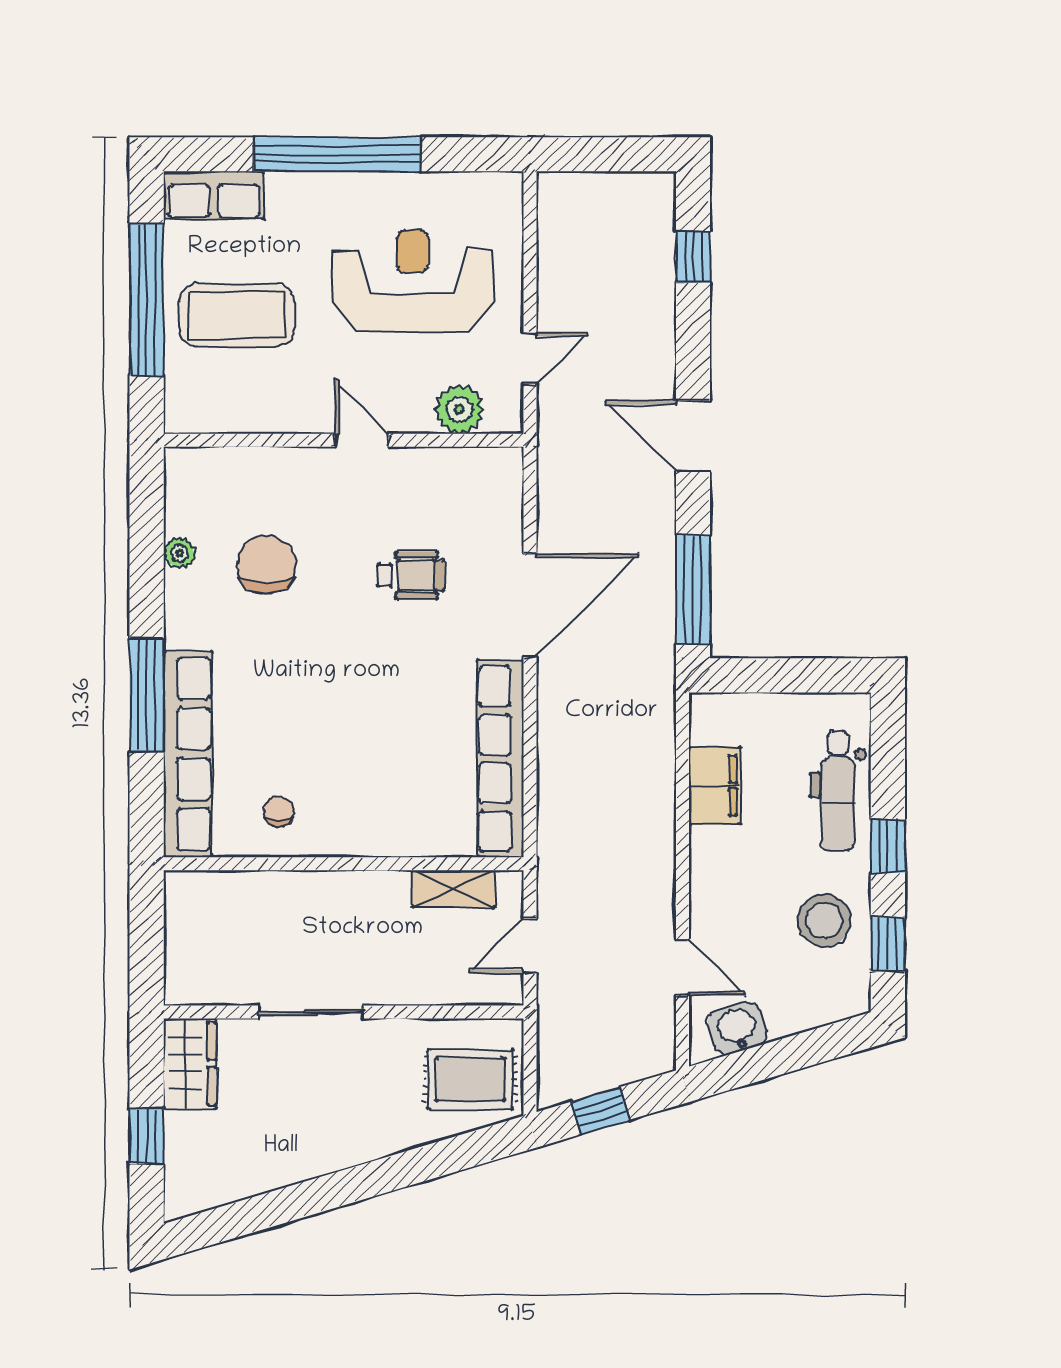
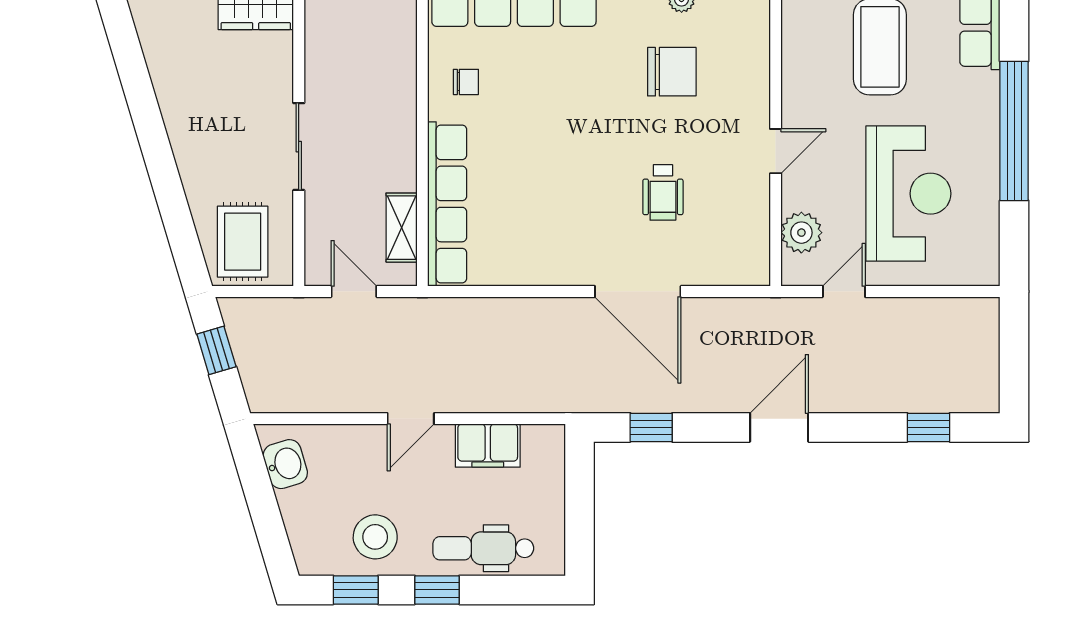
door: (530, 358) -> (844, 291), swing flipped
window: (693, 589) -> (651, 427), width x0.46
row of seats: (500, 759) -> (447, 204), moved, turned 90
door: (682, 967) -> (411, 419), moved
sliding door: (311, 1012) -> (299, 147), moved

